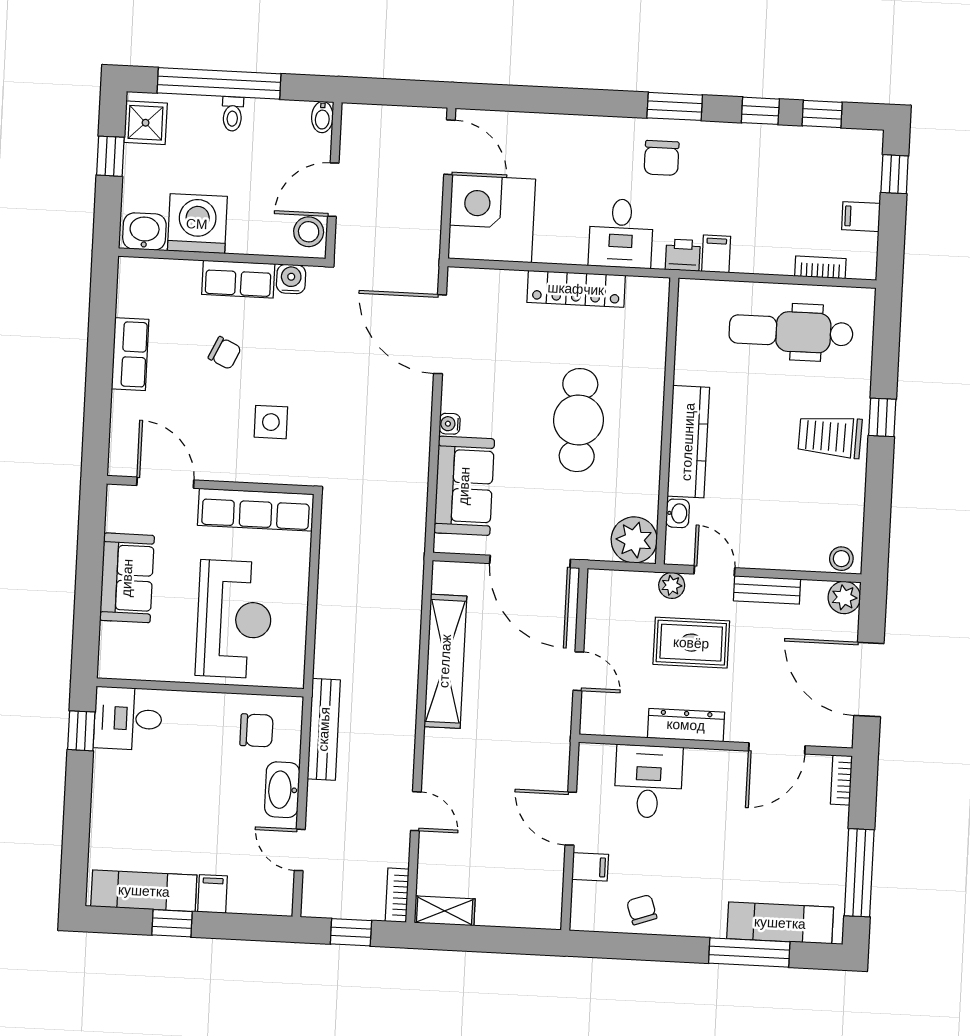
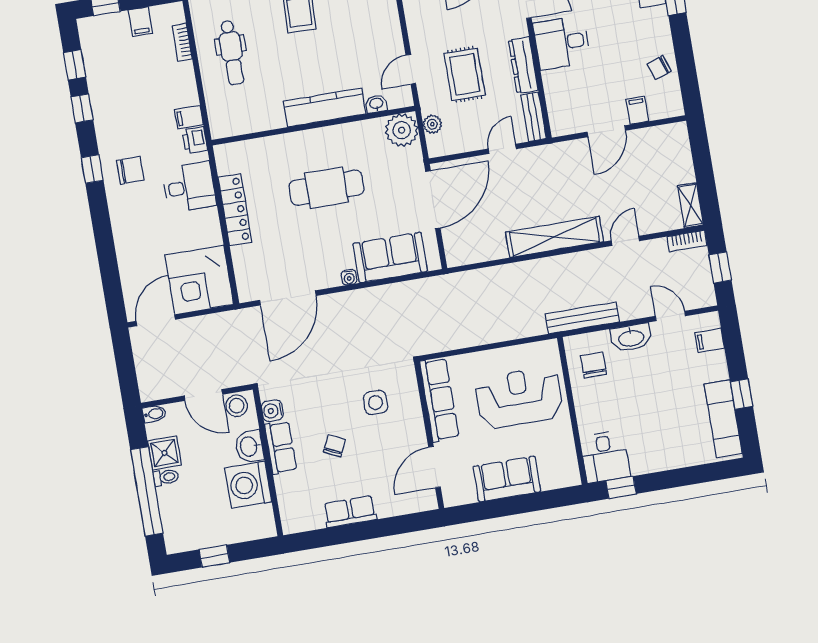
window: (675, 106) -> (92, 169), width x0.67
shower: (146, 123) -> (164, 453), moved
washbasin: (144, 231) -> (249, 446), moved
dental chair: (791, 332) -> (232, 53), width x0.73, depth x0.72
plant: (672, 585) -> (432, 124), moved
bench: (767, 590) -> (534, 117), moved
shelving: (445, 661) -> (555, 237), moved
desk: (648, 782) -> (562, 43), moved
door: (300, 850) -> (670, 316), swing flipped
filing cabinet: (213, 894) -> (710, 340), moved

